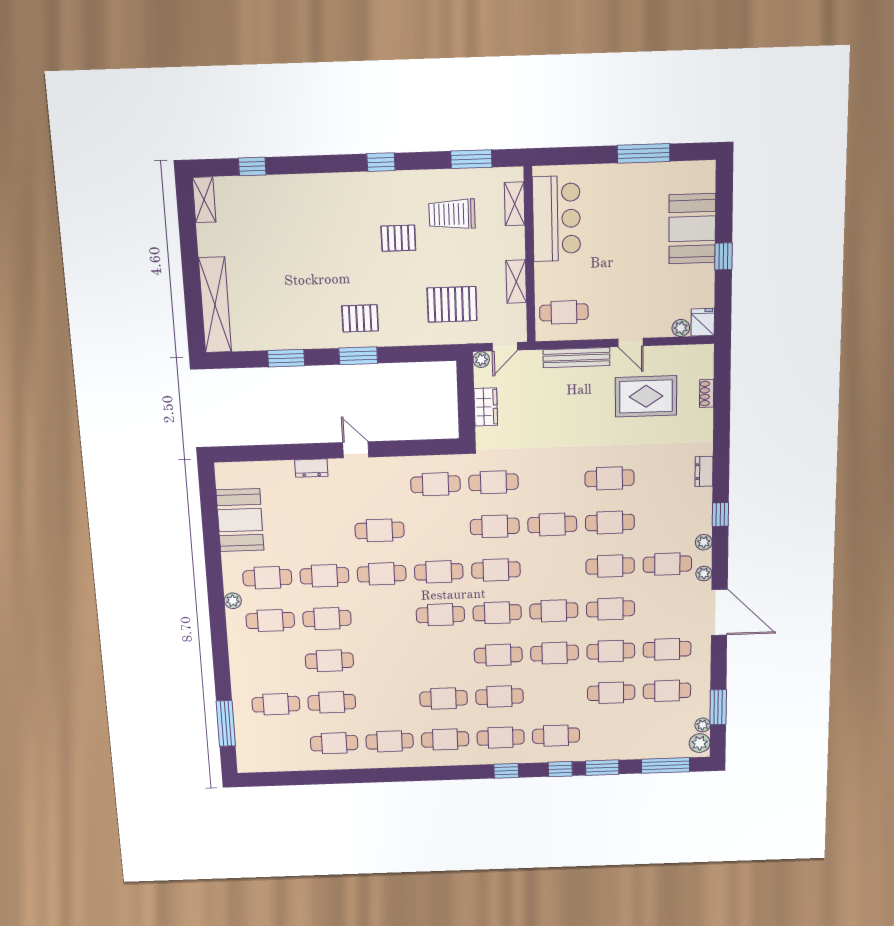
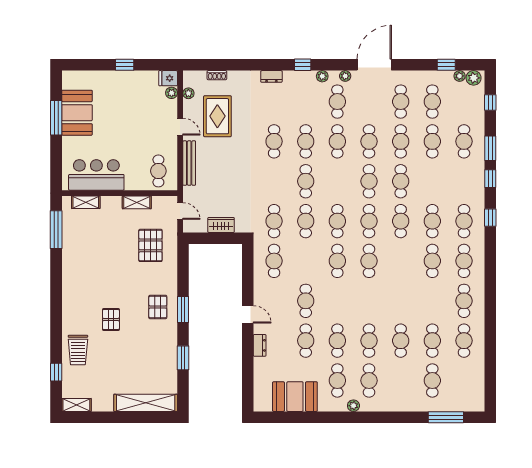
window: (471, 159) -> (56, 230), width x1.44
window: (381, 162) -> (56, 288), removed
trolley: (452, 214) -> (78, 350), moved
booth: (692, 229) -> (77, 113), moved, turned 90
pallet: (398, 238) -> (111, 319), moved
door: (631, 342) -> (180, 127), hinge flipped
plant: (481, 360) -> (188, 93), moved
door: (356, 450) -> (248, 314), swing flipped
cafe table: (382, 574) -> (306, 341), moved
window: (718, 707) -> (446, 65), width x0.67
cafe table: (556, 736) -> (464, 141), moved
window: (665, 765) -> (490, 102), width x0.46

